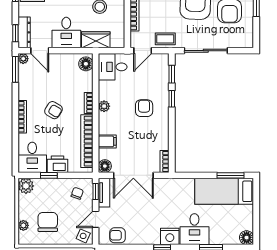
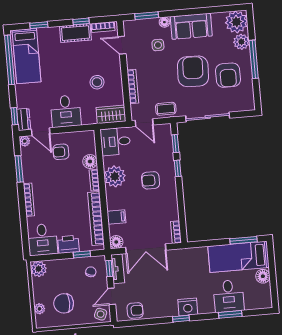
dresser: (24, 32) -> (24, 119), width x0.70
wardrobe: (96, 40) -> (111, 114), moved
door: (143, 51) -> (144, 123), hinge flipped
floor lamp: (86, 64) -> (90, 162), moved
window: (15, 69) -> (19, 169), moved
plant: (104, 106) -> (115, 176), width x1.88, depth x1.88
armchair: (144, 108) -> (151, 180), turned -90
armchair: (53, 110) -> (61, 152), moved, turned 149
window: (49, 175) -> (82, 254), moved
chair: (48, 222) -> (64, 303), turned -90
desk: (194, 229) -> (229, 296), moved
armchair: (118, 235) -> (135, 311), turned 180
floor lamp: (247, 238) -> (263, 276), moved

